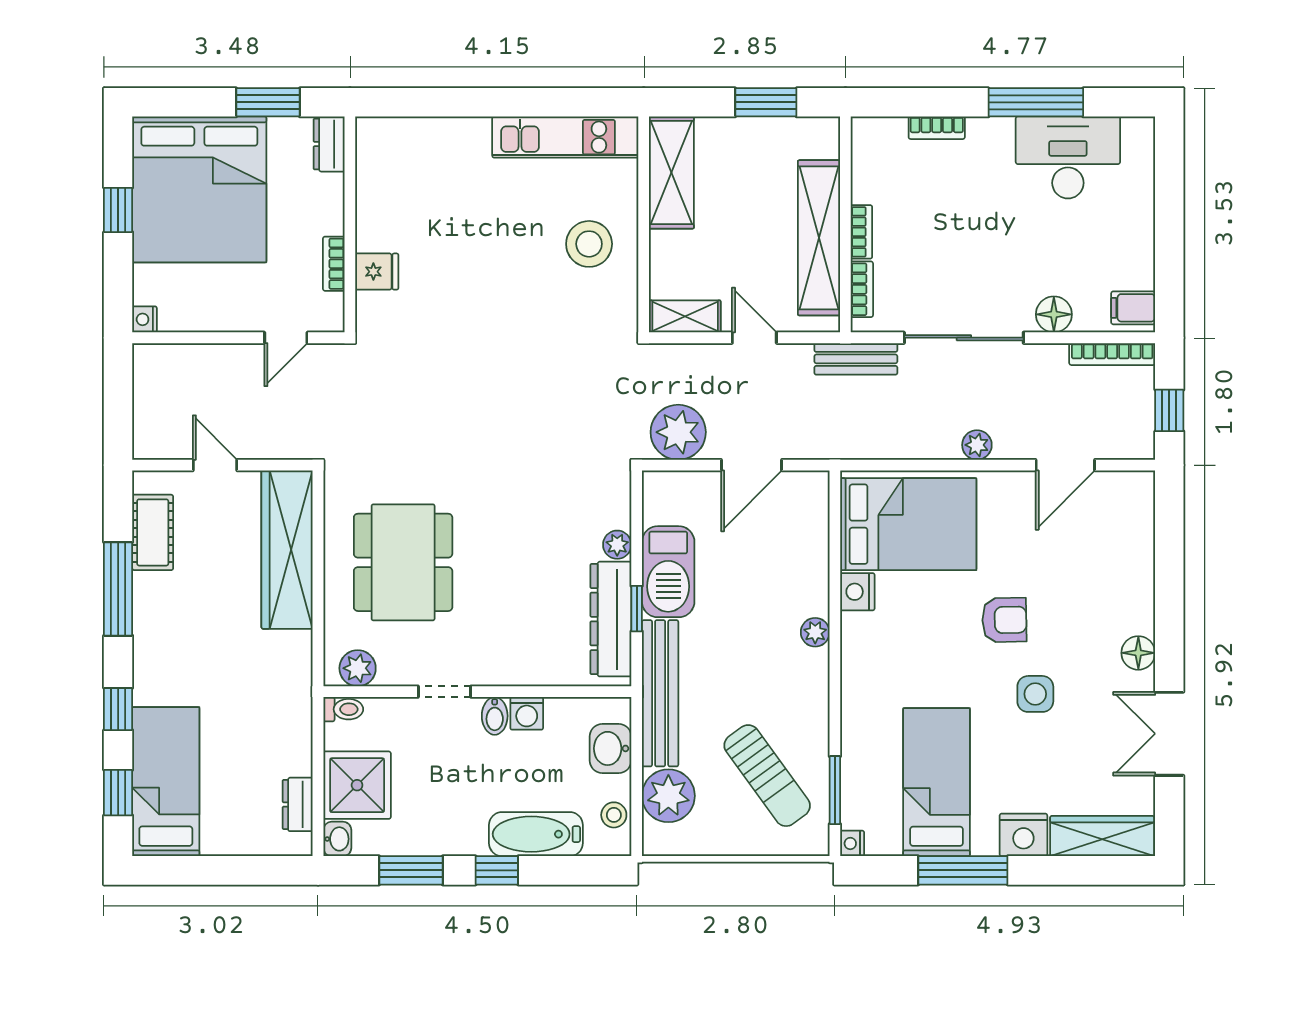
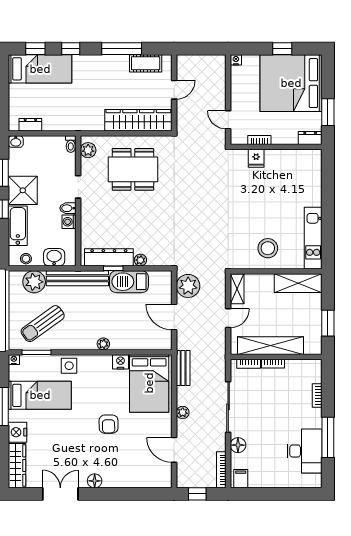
bench: (856, 359) -> (183, 368), moved
side table: (1035, 694) -> (69, 366), moved
shower: (357, 785) -> (23, 190), moved

